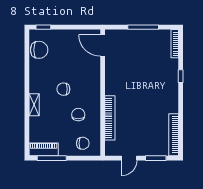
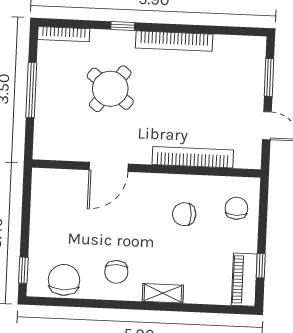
door: (103, 45) -> (109, 167), moved
round table: (146, 71) -> (110, 89), added
chair: (63, 89) -> (116, 272), moved
bookcase: (174, 135) -> (174, 41), moved
window: (52, 158) -> (261, 266), width x0.46

